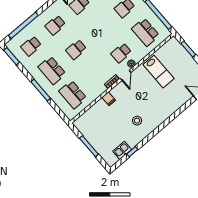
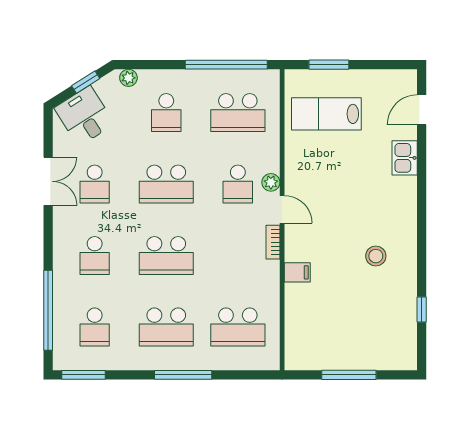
school desk: (100, 29) -> (166, 184), added
school desk: (76, 49) -> (166, 256), width x1.85
lab bench: (159, 72) -> (326, 114), moved, turned 180
kitchen sink: (122, 150) -> (405, 158), moved

